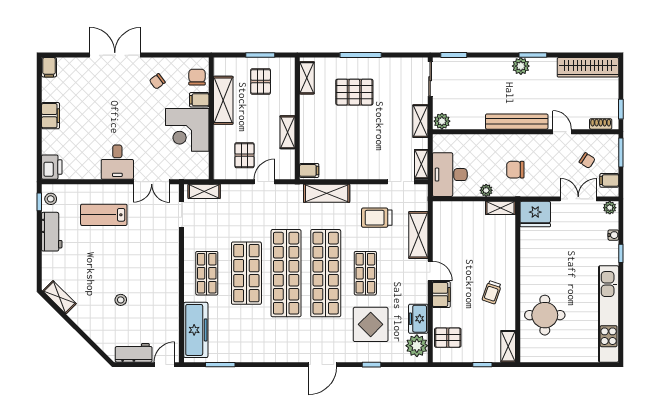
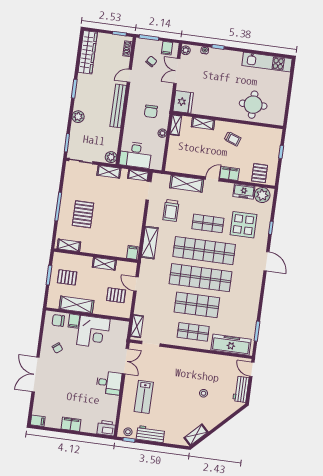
plant: (521, 66) -> (78, 117), moved
desk: (450, 175) -> (136, 155), moved
kitchen unit: (609, 314) -> (267, 62), width x0.73
shelving: (508, 346) -> (203, 123), moved

